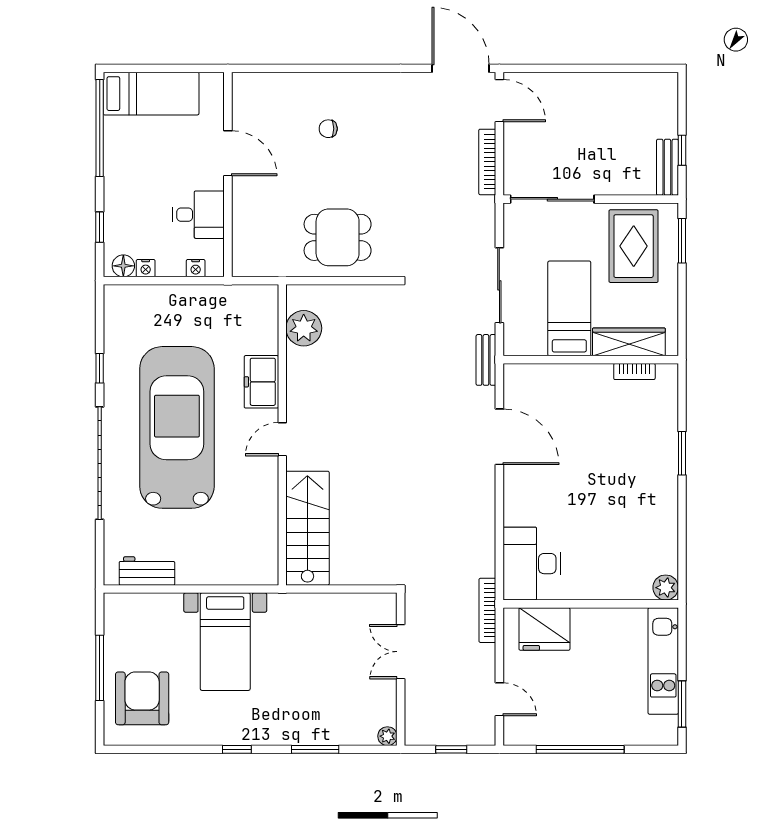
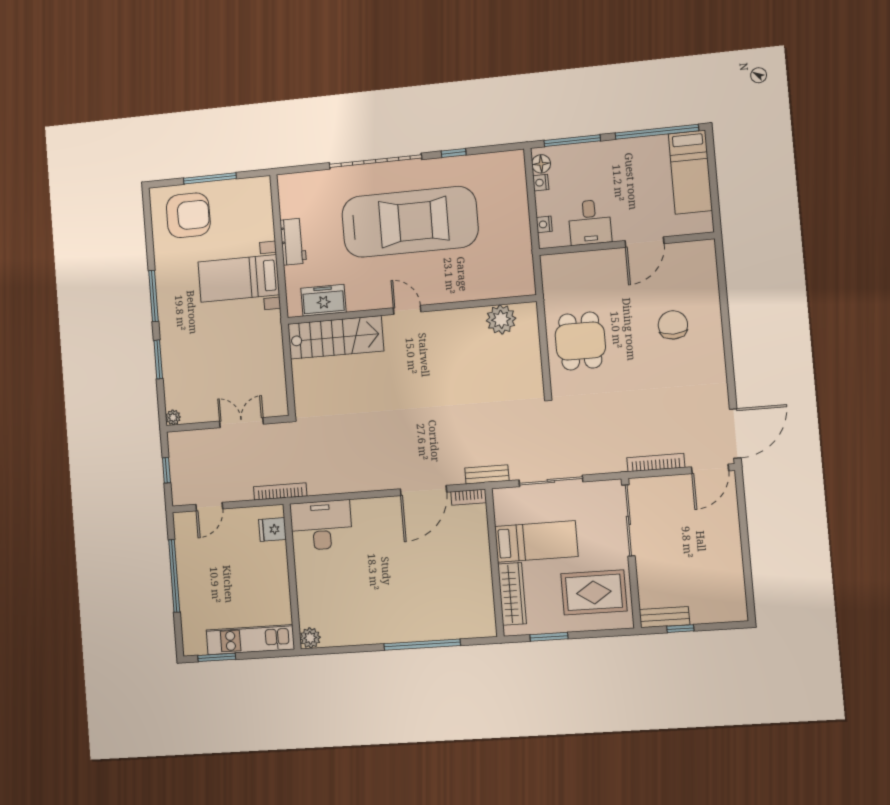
chair: (328, 129) -> (673, 325), width x1.87, depth x1.87
window: (100, 227) -> (572, 141), width x2.17
window: (682, 241) -> (549, 637), moved
bookcase: (634, 371) -> (469, 497), moved, turned -90
freezer: (261, 382) -> (323, 300), moved
window: (682, 453) -> (422, 645), width x2.11
workbench: (147, 571) -> (293, 242), moved
fridge: (544, 629) -> (272, 529), width x0.53, depth x0.75
window: (237, 749) -> (154, 296), width x2.17

